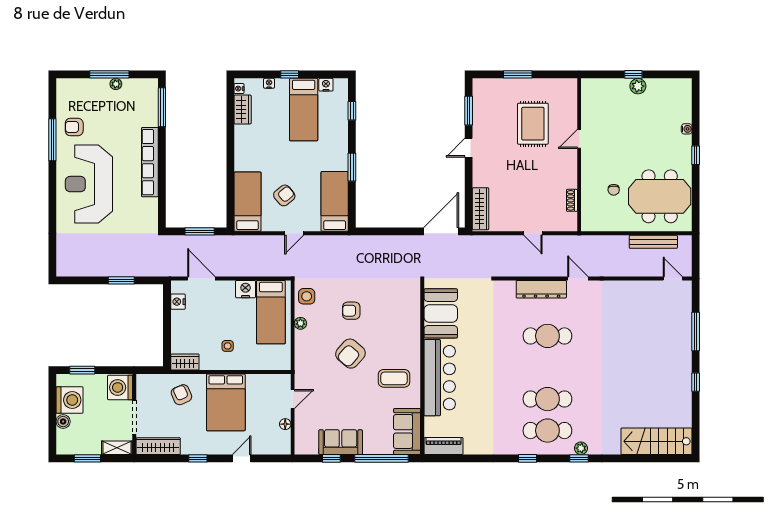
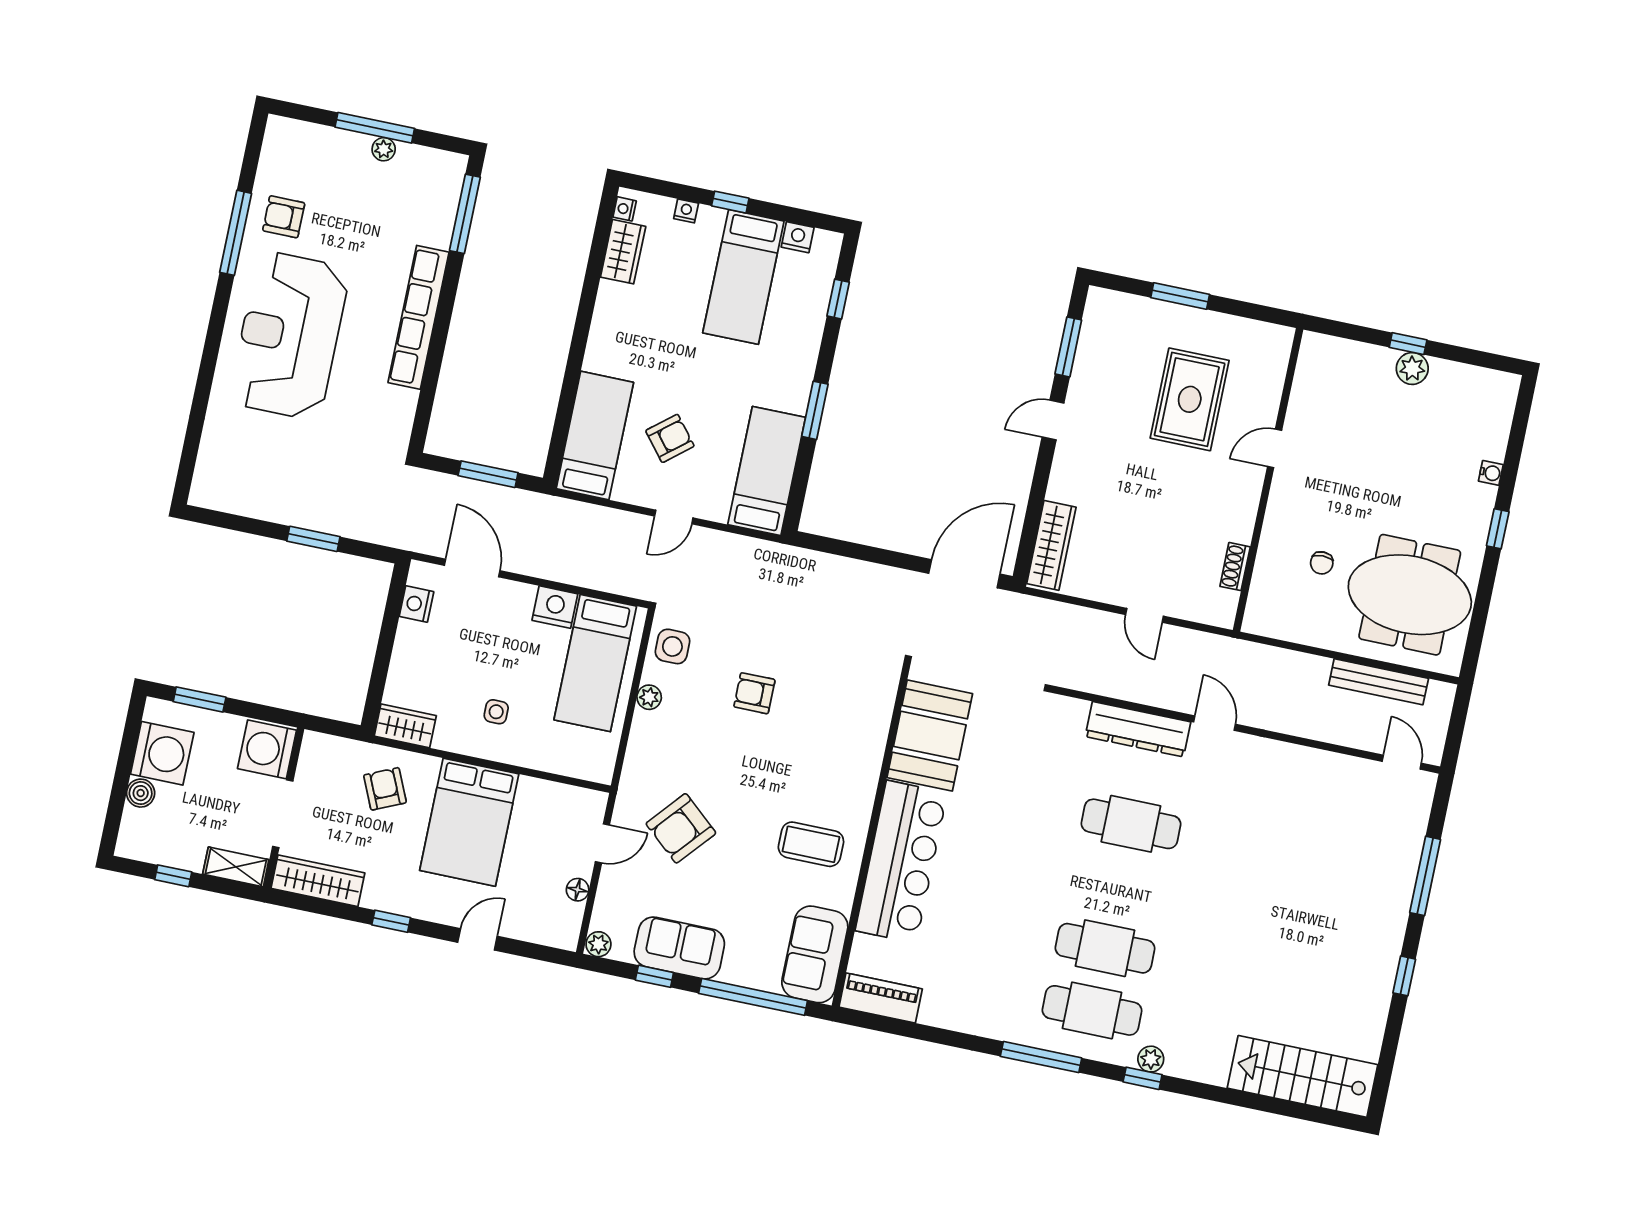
armchair: (350, 354) -> (681, 828), moved
plant: (301, 448) -> (598, 944), added
window: (87, 458) -> (173, 876), width x0.67
window: (527, 458) -> (1041, 1057), width x2.17

